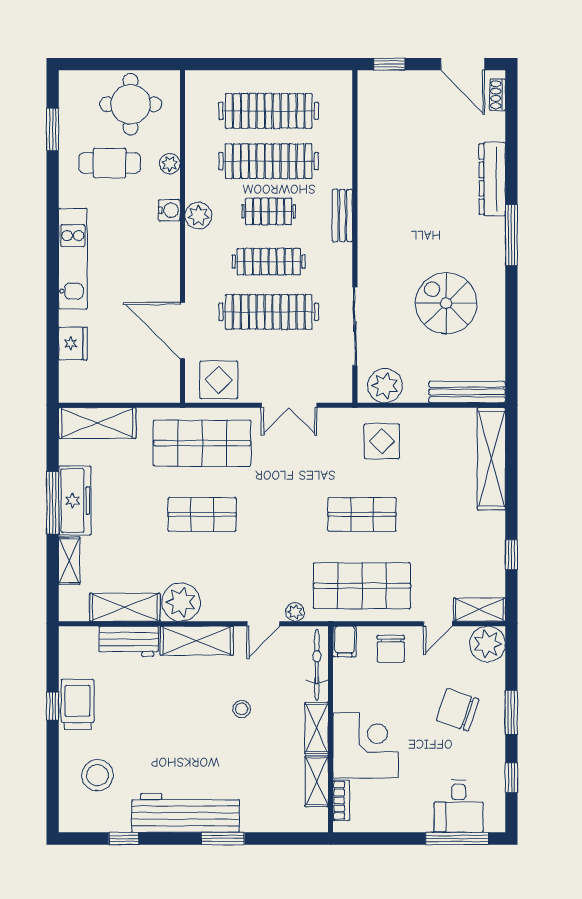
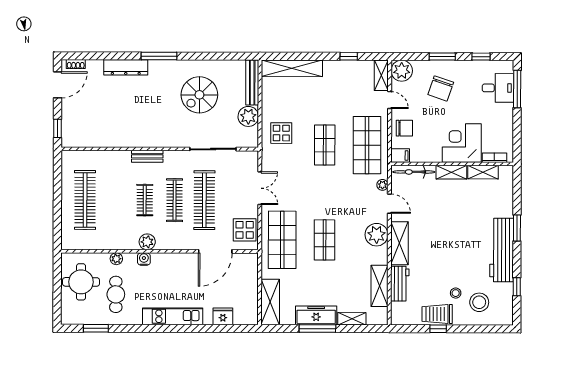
clothes rail: (269, 161) -> (115, 200), removed
plant: (385, 386) -> (248, 116), moved
plant: (181, 602) -> (377, 235), moved
stool: (242, 709) -> (456, 293), moved

